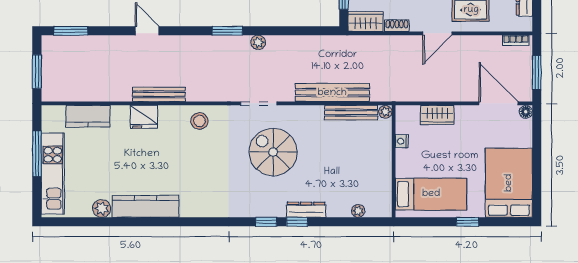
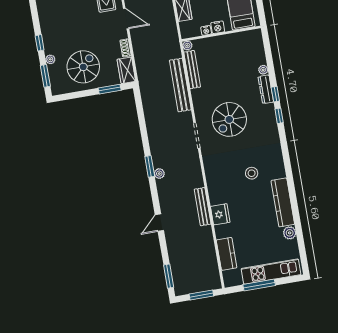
plant: (258, 42) -> (159, 174), moved
stool: (199, 121) -> (252, 173), moved
nightstand: (403, 158) -> (218, 27), added
plant: (358, 211) -> (263, 70), moved

